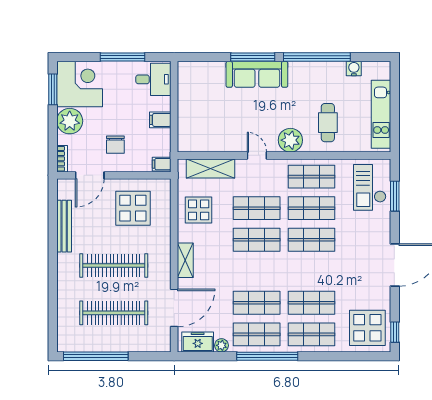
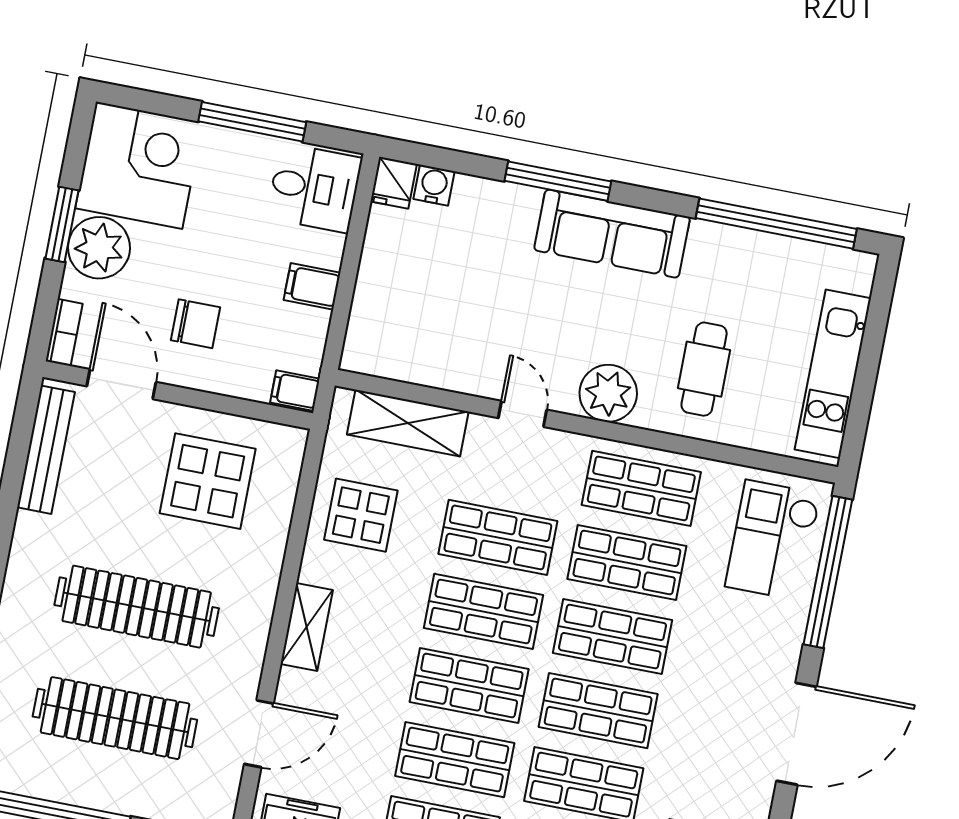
window: (317, 57) -> (776, 224), moved
water cooler: (354, 69) -> (434, 185), moved
fridge: (186, 71) -> (394, 183), added
sofa: (257, 74) -> (612, 234), moved
window: (53, 89) -> (62, 224), moved
chair: (115, 145) -> (196, 324), turned -90
door: (90, 175) -> (121, 384), swing flipped
window: (395, 196) -> (828, 572), width x2.11
bench: (64, 226) -> (46, 450), moved
shop shelf: (257, 271) -> (469, 686), added
shop shelf: (312, 271) -> (598, 711), added
door: (174, 308) -> (259, 734), width x0.73

